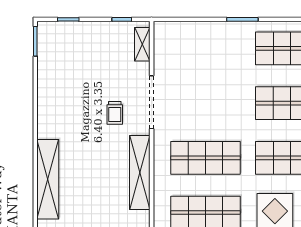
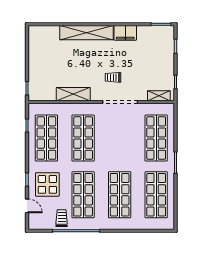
shop shelf: (206, 48) -> (156, 138), added
filing cabinet: (48, 95) -> (125, 33), added
shelving: (140, 172) -> (73, 94), width x0.68
shelving: (48, 179) -> (87, 33), moved

